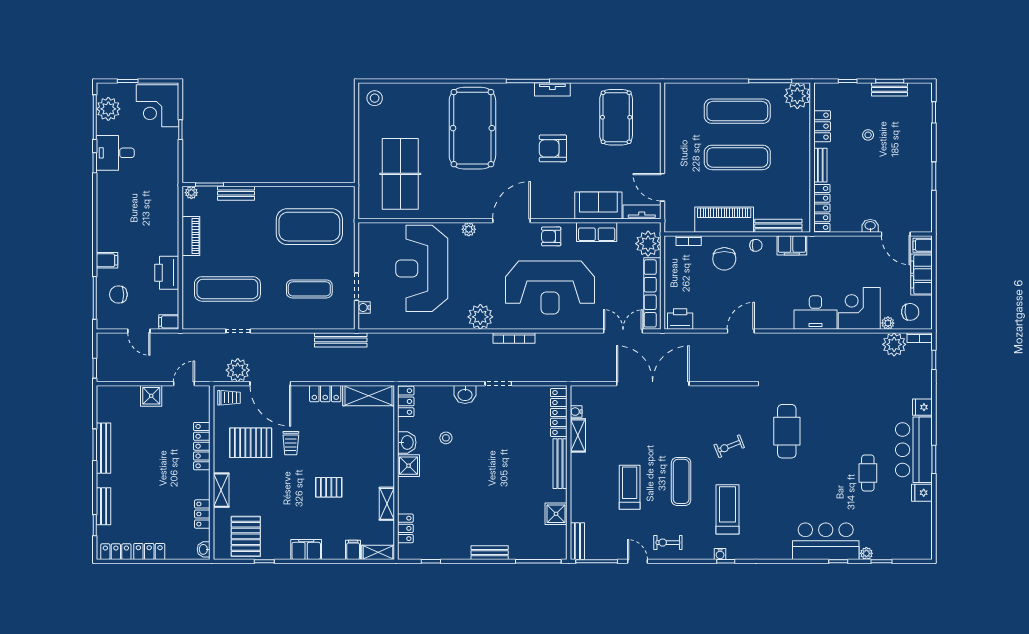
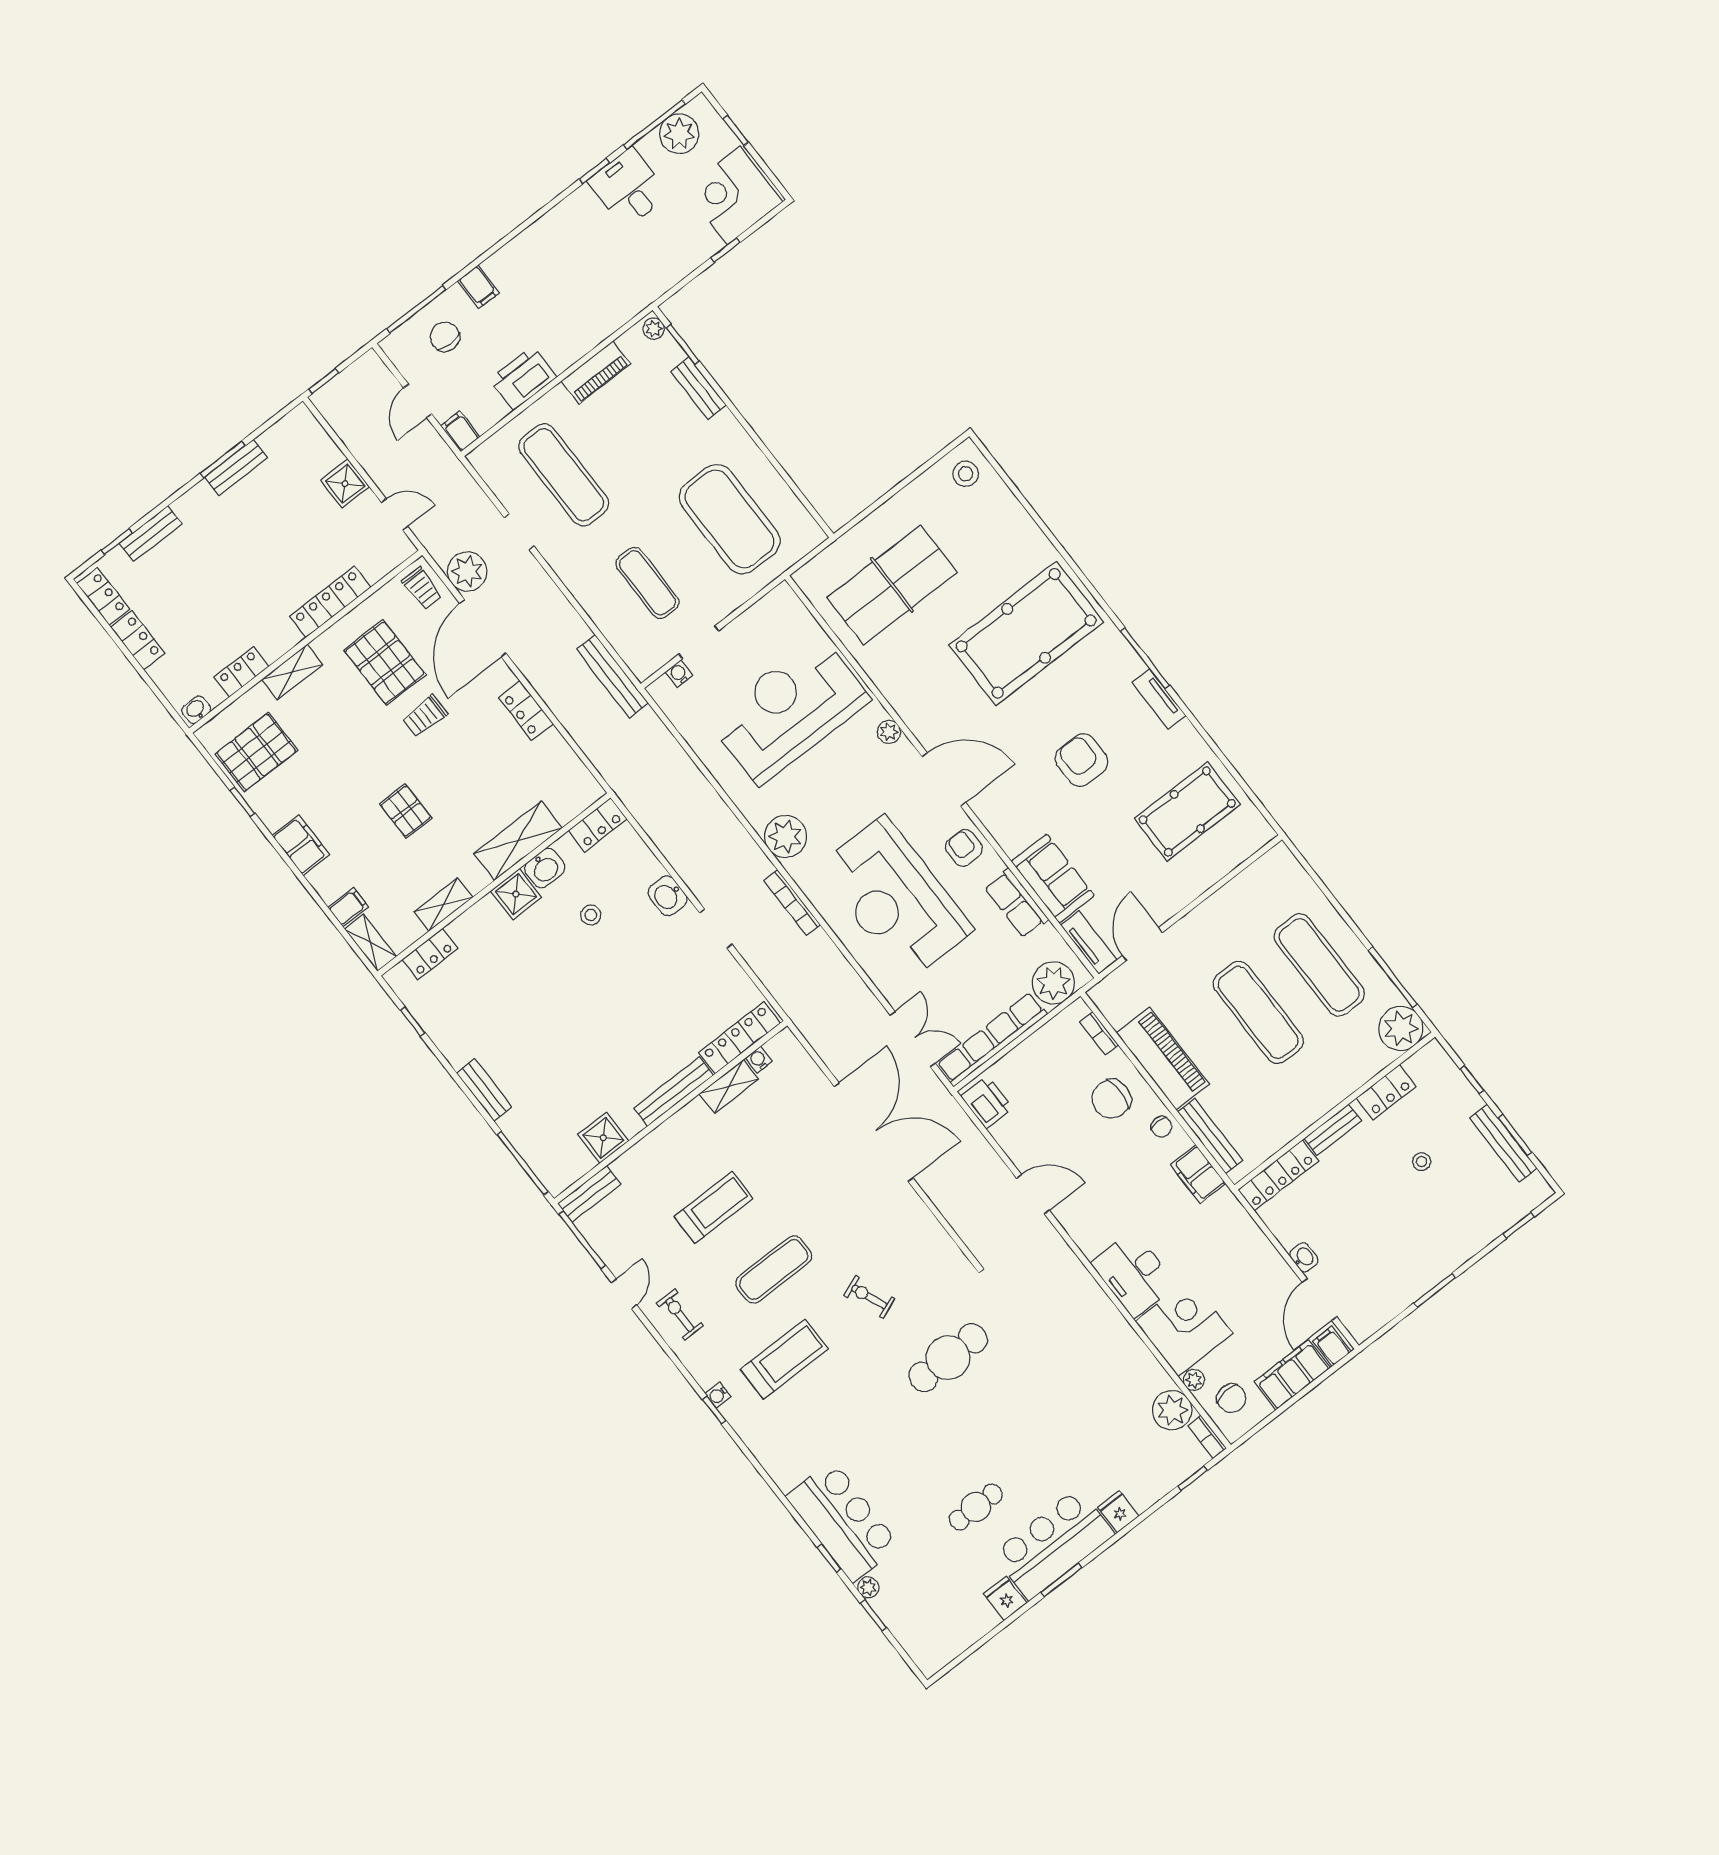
bench: (889, 89) -> (1503, 1143), width x1.36
shelving: (369, 396) -> (518, 841), moved, turned 90
bench: (104, 448) -> (236, 467), width x0.73

